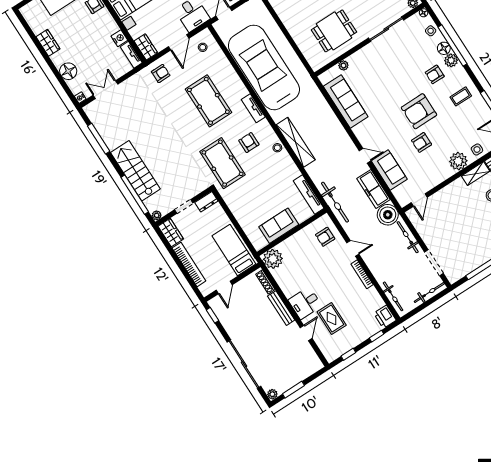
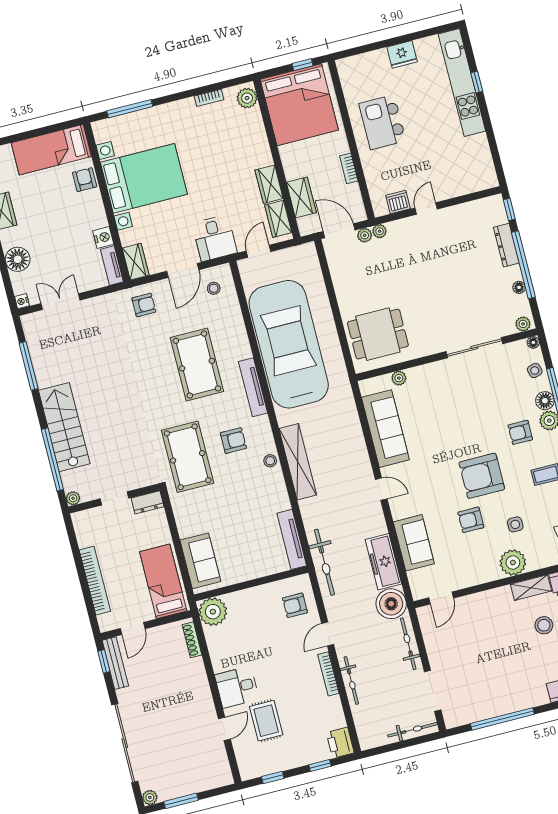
dining table: (334, 31) -> (378, 334), moved
tv unit: (253, 108) -> (253, 387), width x1.41
armchair: (249, 143) -> (233, 441), turned 90
side table: (477, 149) -> (515, 524), moved
door: (365, 156) -> (381, 489), moved
sofa: (279, 226) -> (200, 561), moved, turned 90
wardrobe: (171, 233) -> (84, 528), removed
door: (353, 248) -> (328, 634), swing flipped
bicycle: (393, 296) -> (351, 680), moved
bench: (281, 308) -> (115, 663), moved

